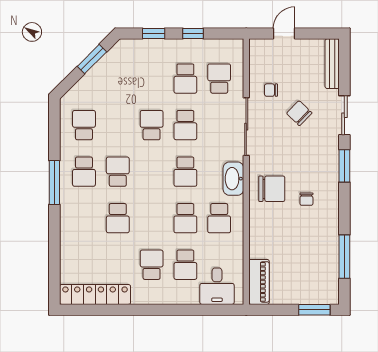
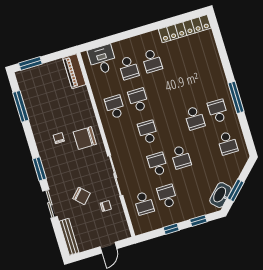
washbasin: (233, 179) -> (221, 195), moved, turned -135
school desk: (118, 218) -> (185, 86), removed
school desk: (185, 265) -> (129, 68), turned 180

